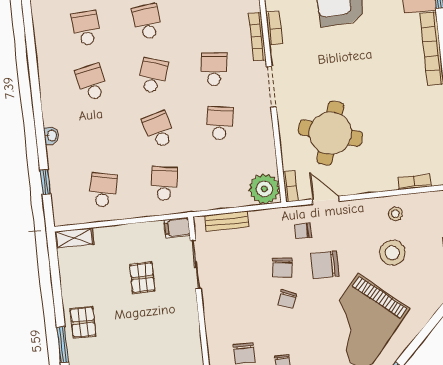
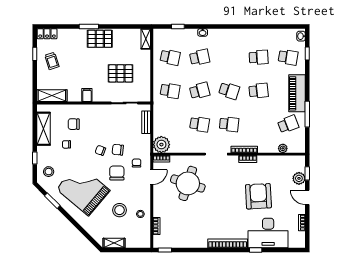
school desk: (92, 82) -> (200, 57), moved
filing cabinet: (177, 228) -> (87, 95), moved
pallet: (142, 278) -> (121, 73), width x1.50, depth x1.42
pallet: (83, 322) -> (100, 39), width x1.50, depth x1.42

